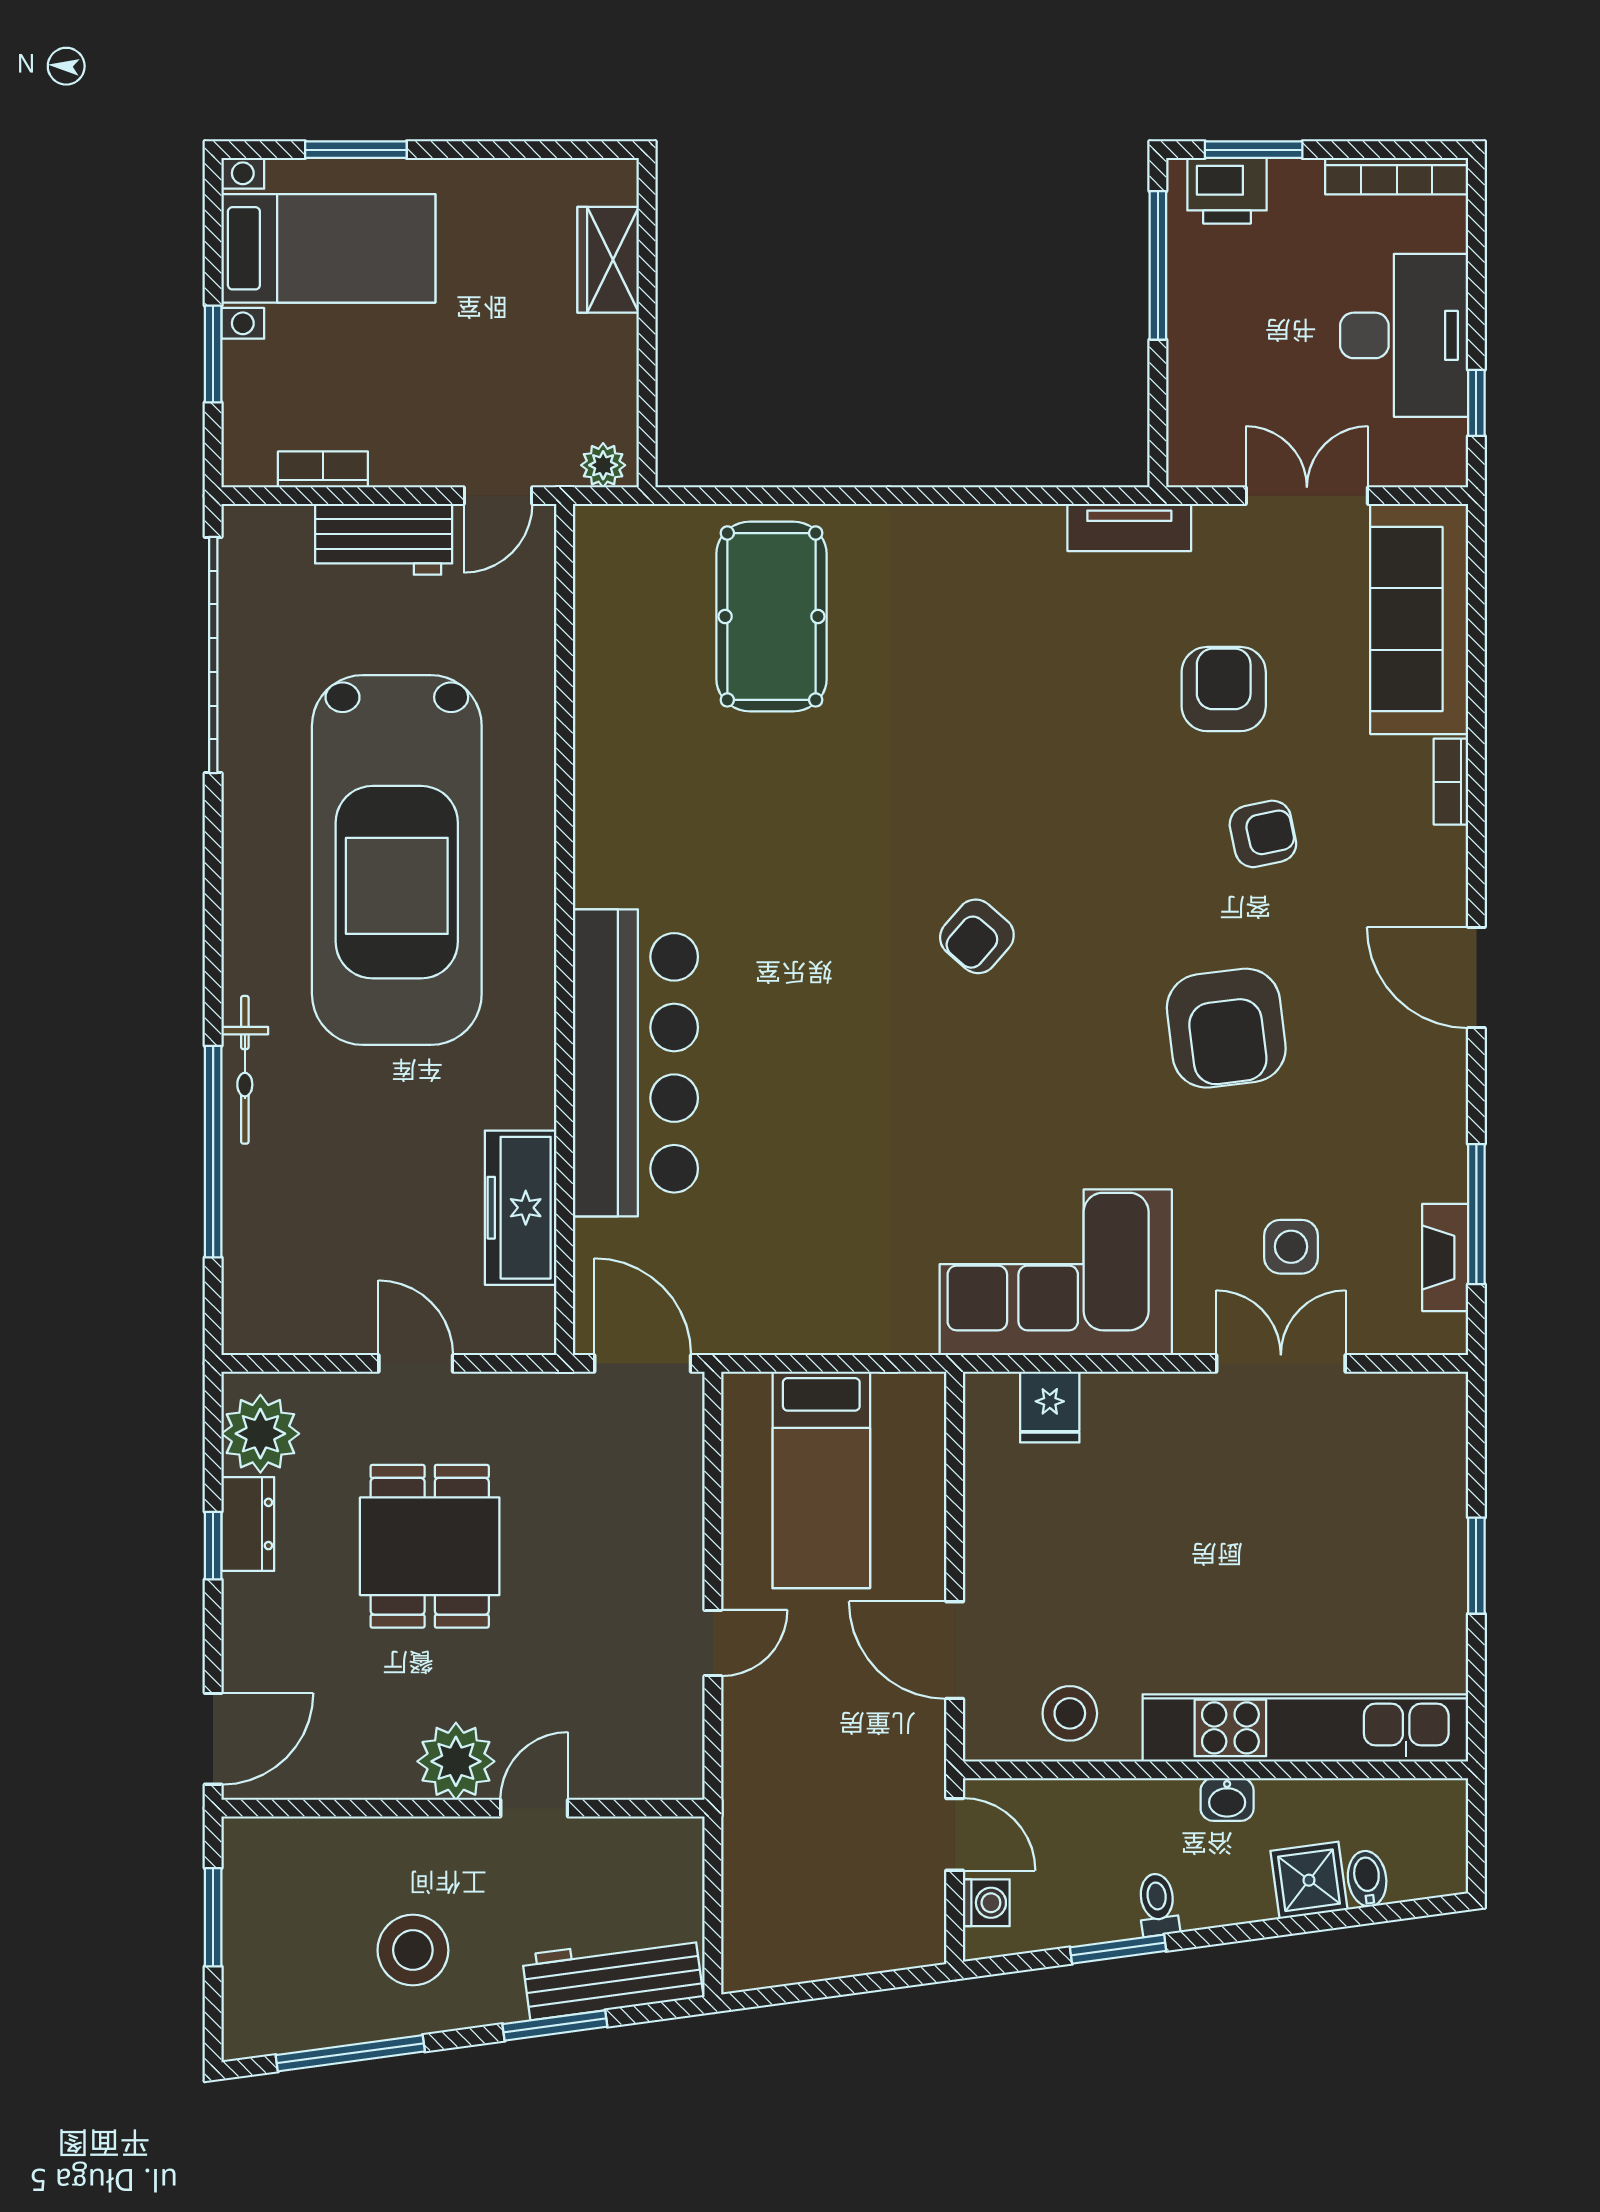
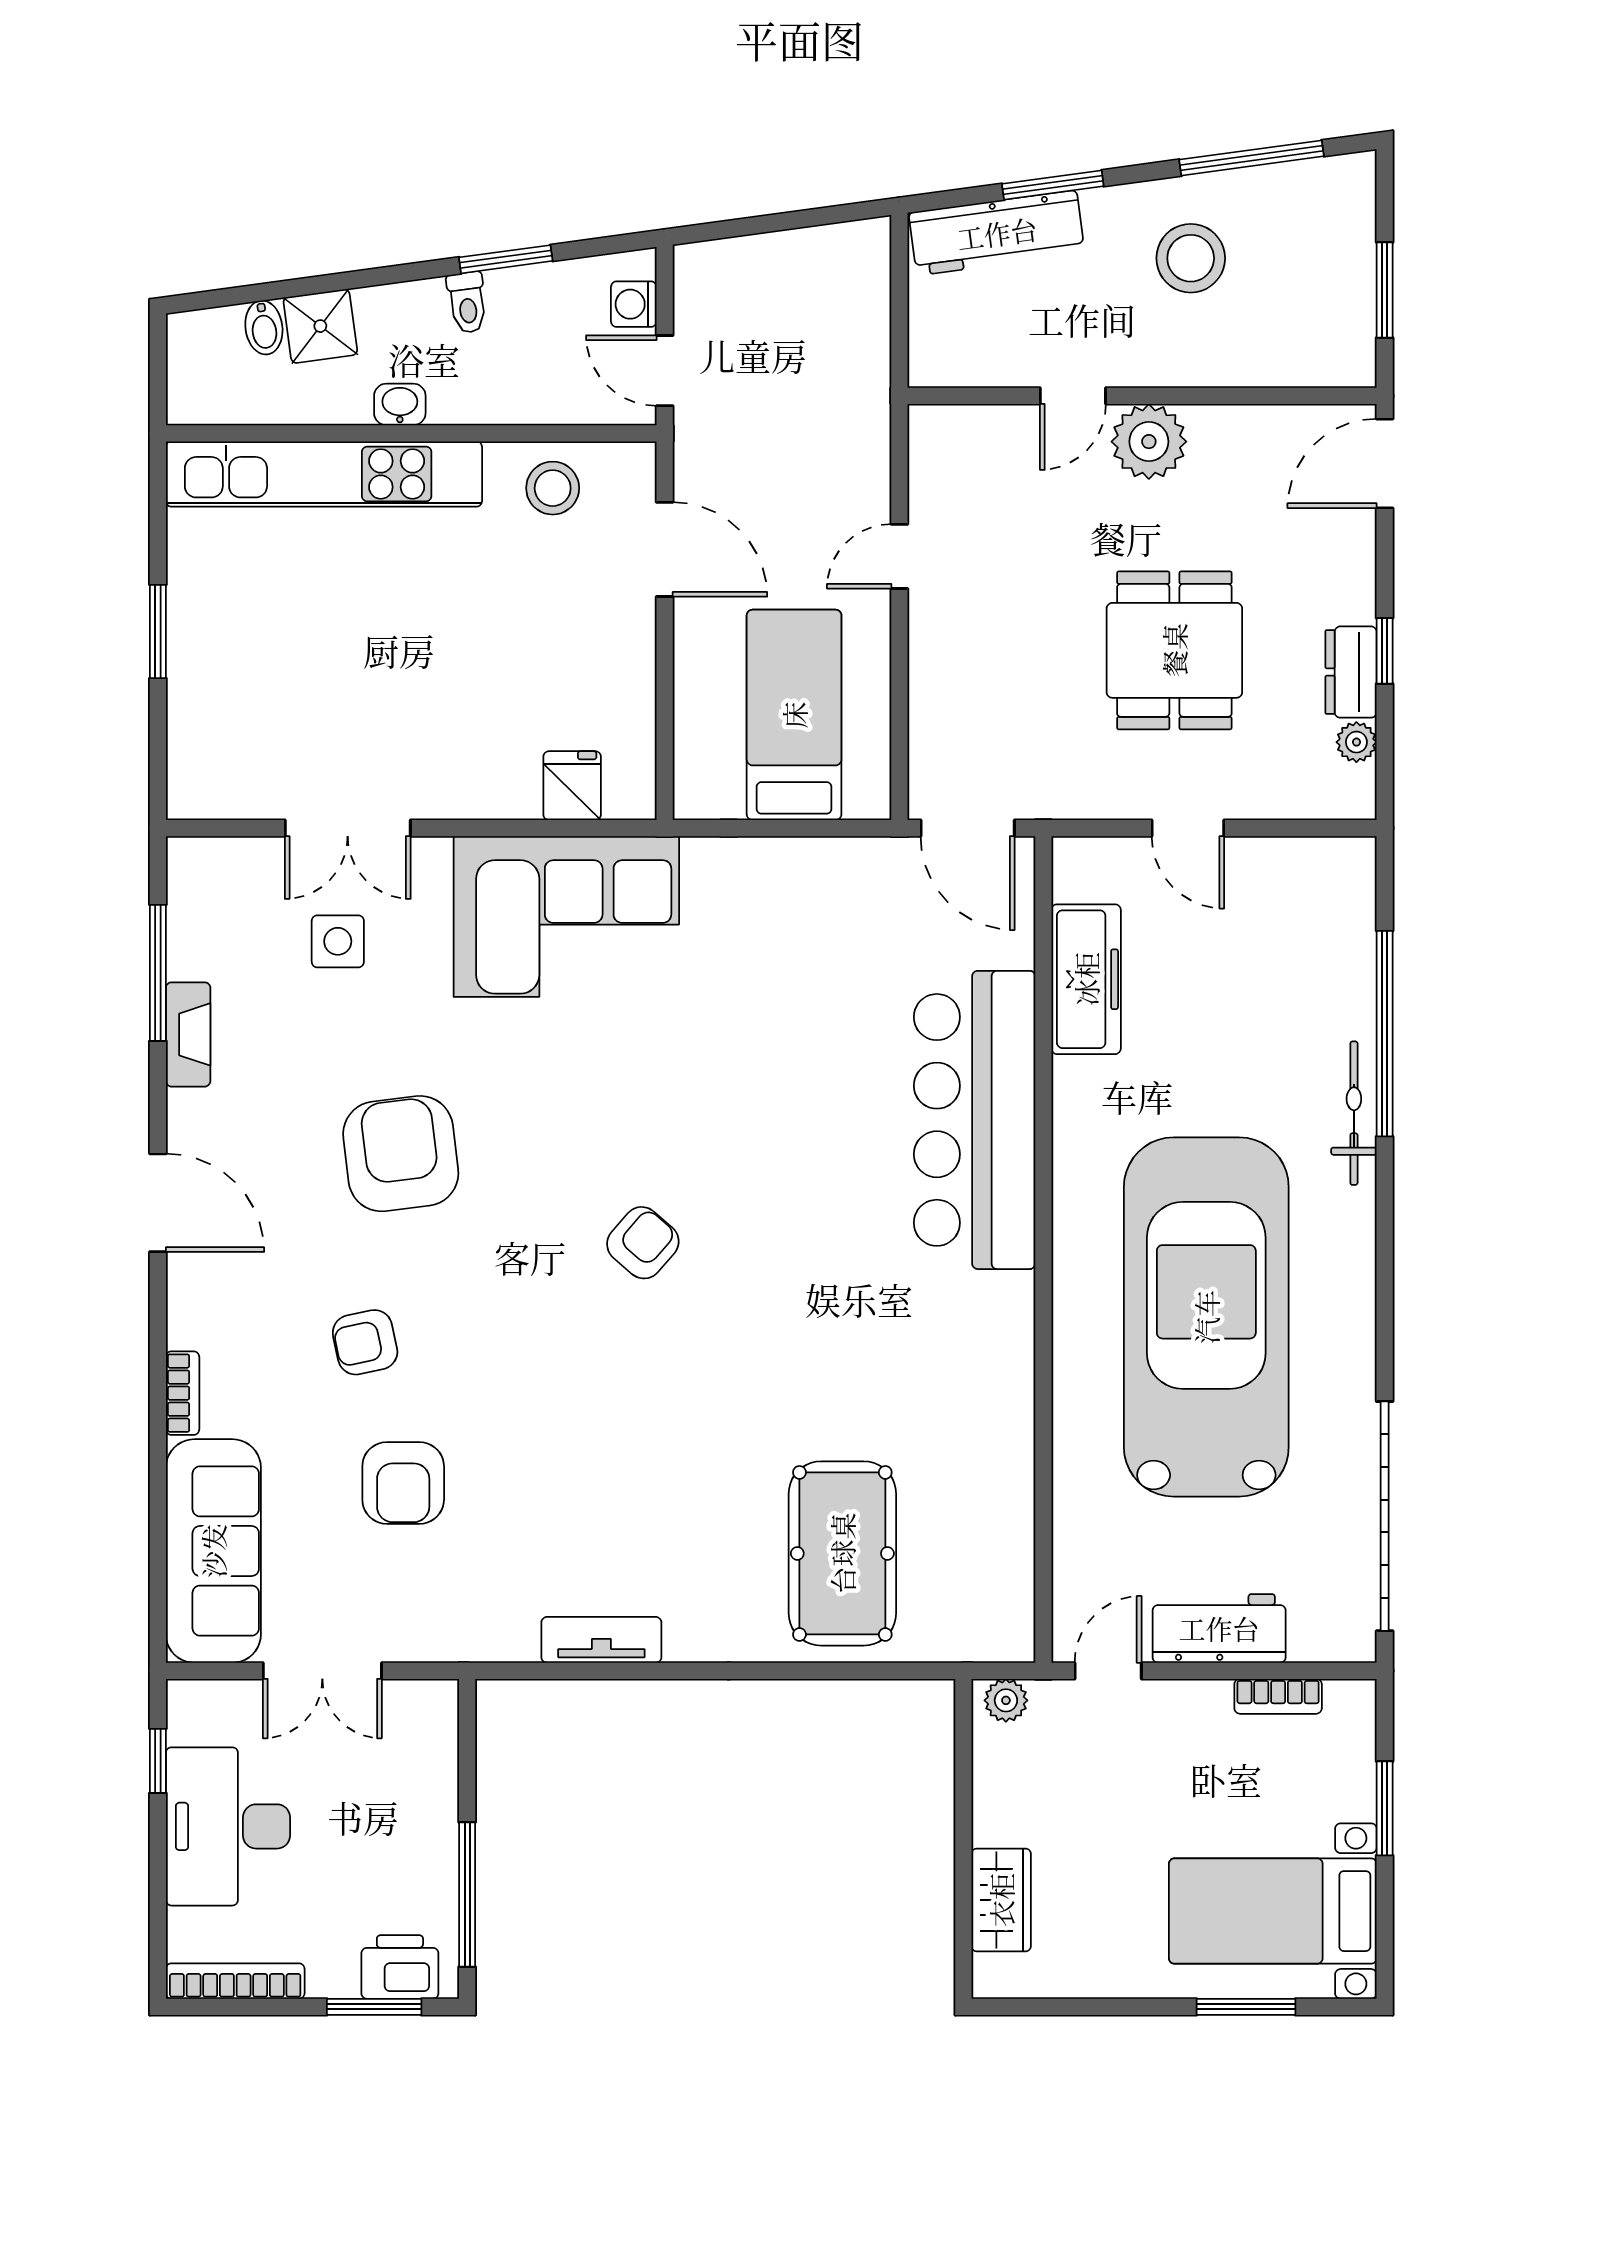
tv unit: (1129, 528) -> (601, 1640), moved
fireplace: (1445, 1257) -> (188, 1034), moved
plant: (260, 1434) -> (1356, 742), width x0.53, depth x0.53

